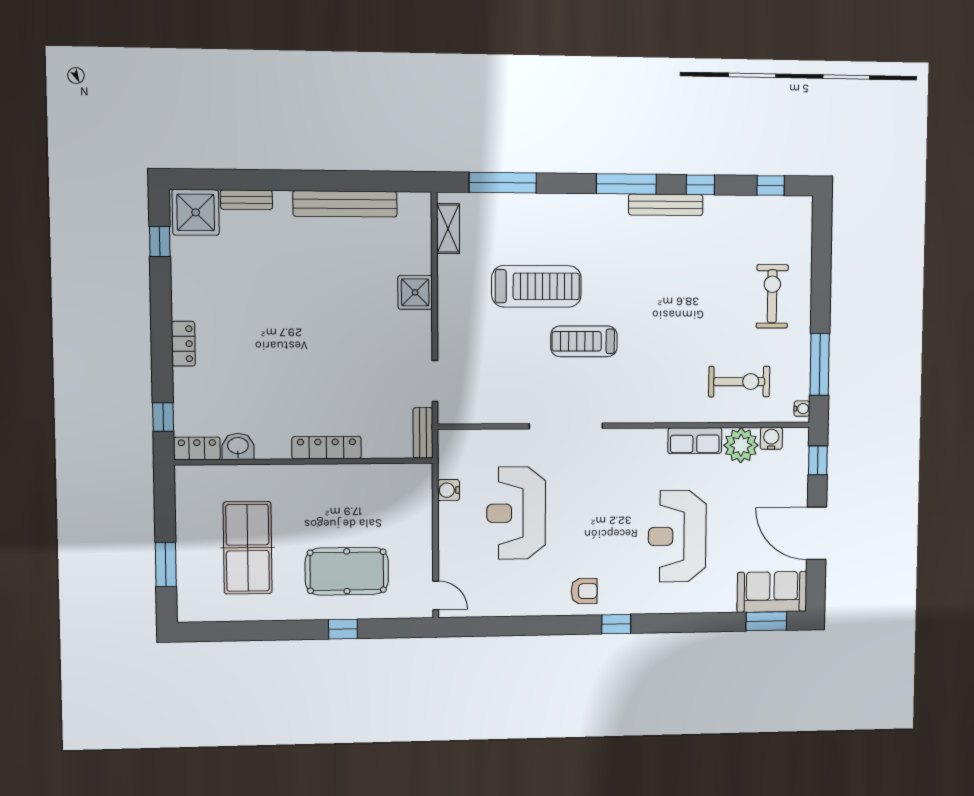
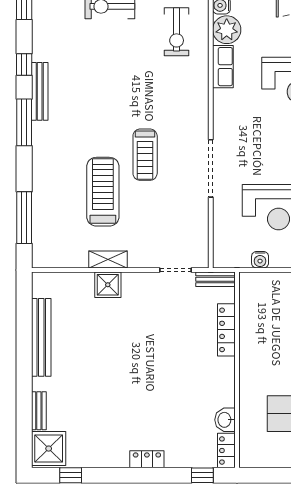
shelving: (448, 229) -> (108, 259), moved
exercise bike: (739, 382) -> (177, 32), turned 180
locker: (327, 448) -> (226, 330), moved

